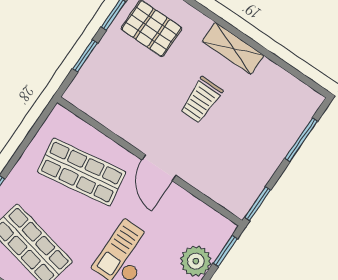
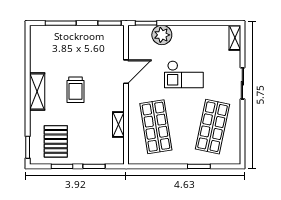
trolley: (201, 100) -> (75, 90), turned 90
shelving: (118, 125) -> (118, 124), added
door: (159, 168) -> (126, 72), moved

